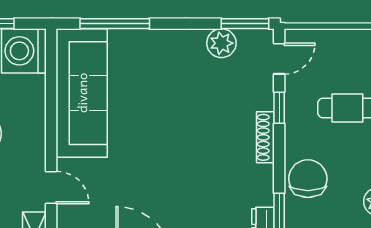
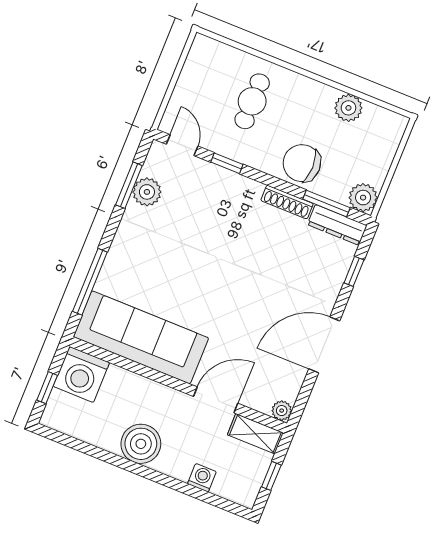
window: (245, 24) -> (129, 185), moved
shoe rack: (265, 137) -> (287, 202), moved
door: (51, 188) -> (216, 400), width x1.38

